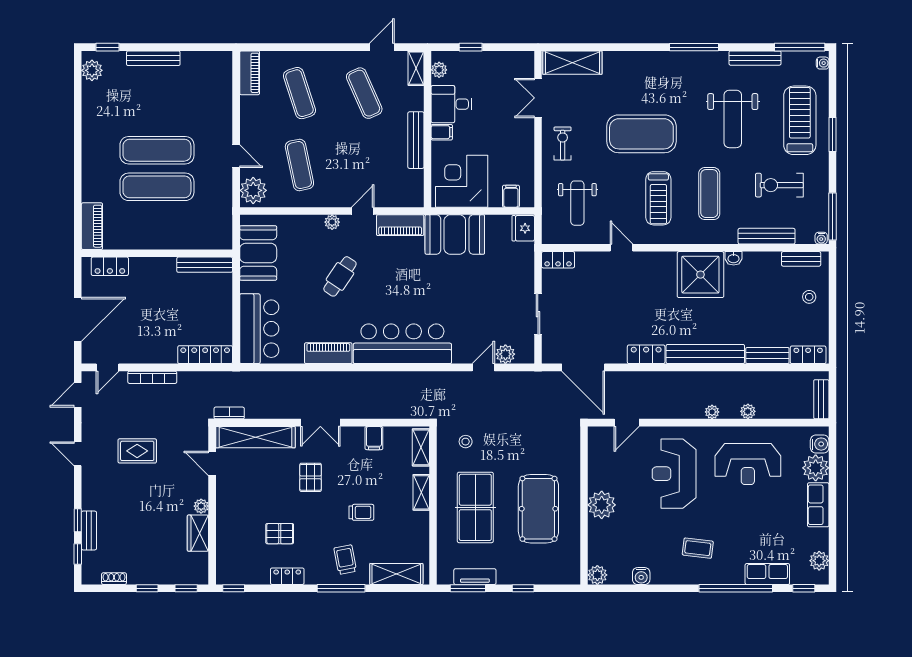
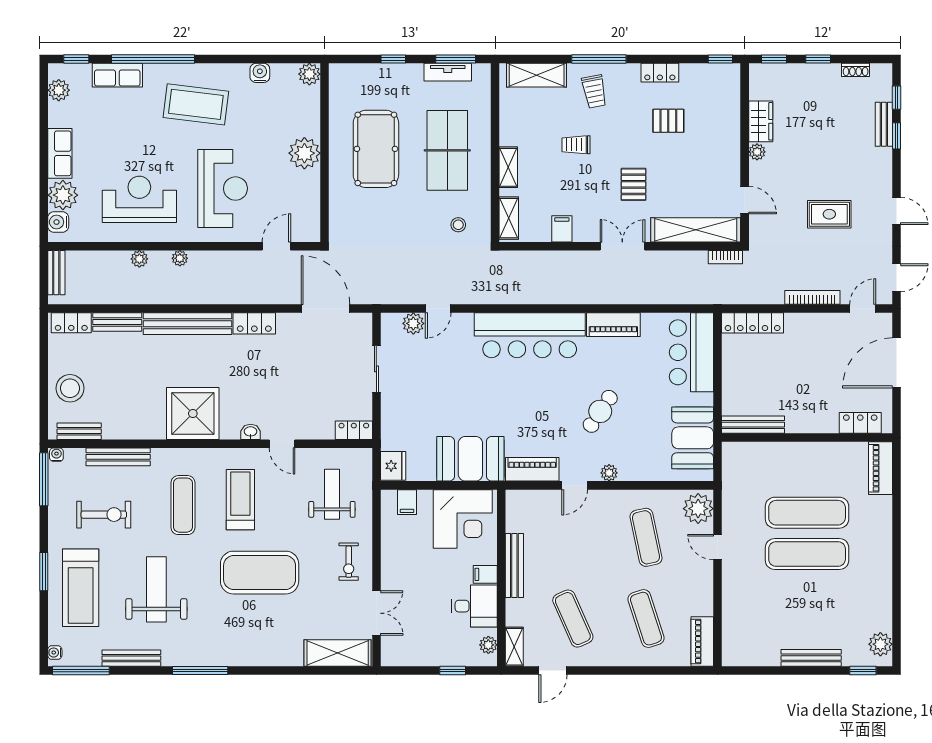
washbasin: (734, 258) -> (251, 432), moved
stool: (809, 297) -> (70, 388), width x1.89, depth x1.89
coffee table: (698, 548) -> (196, 104), width x1.86, depth x1.72

